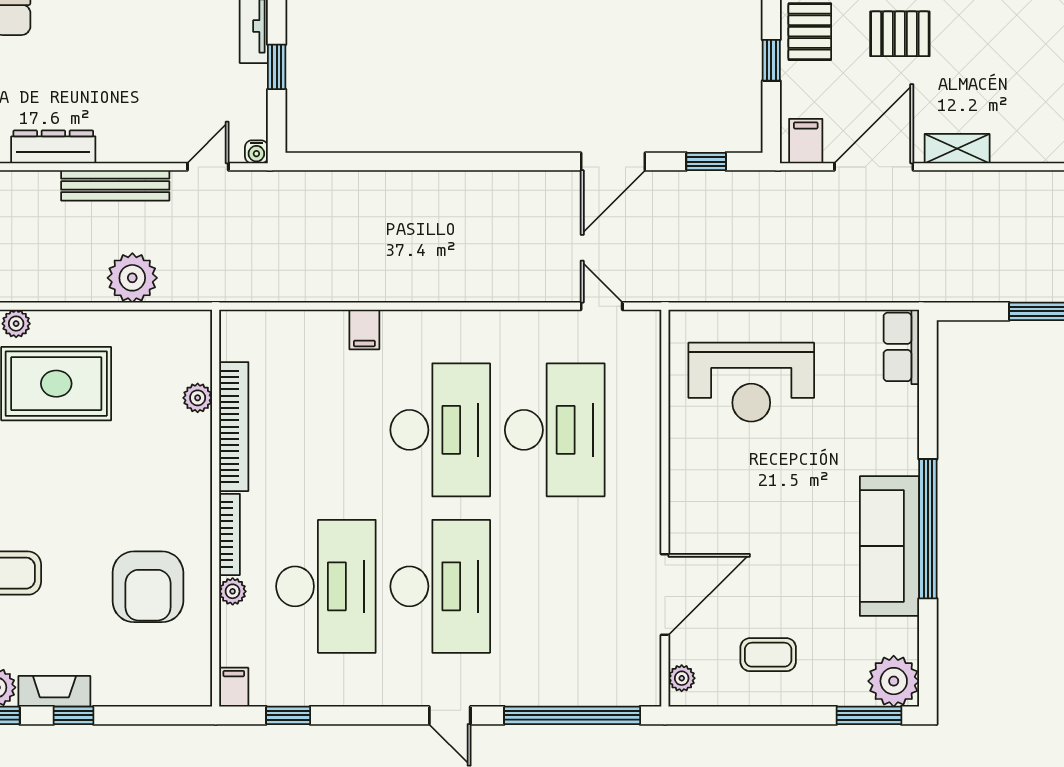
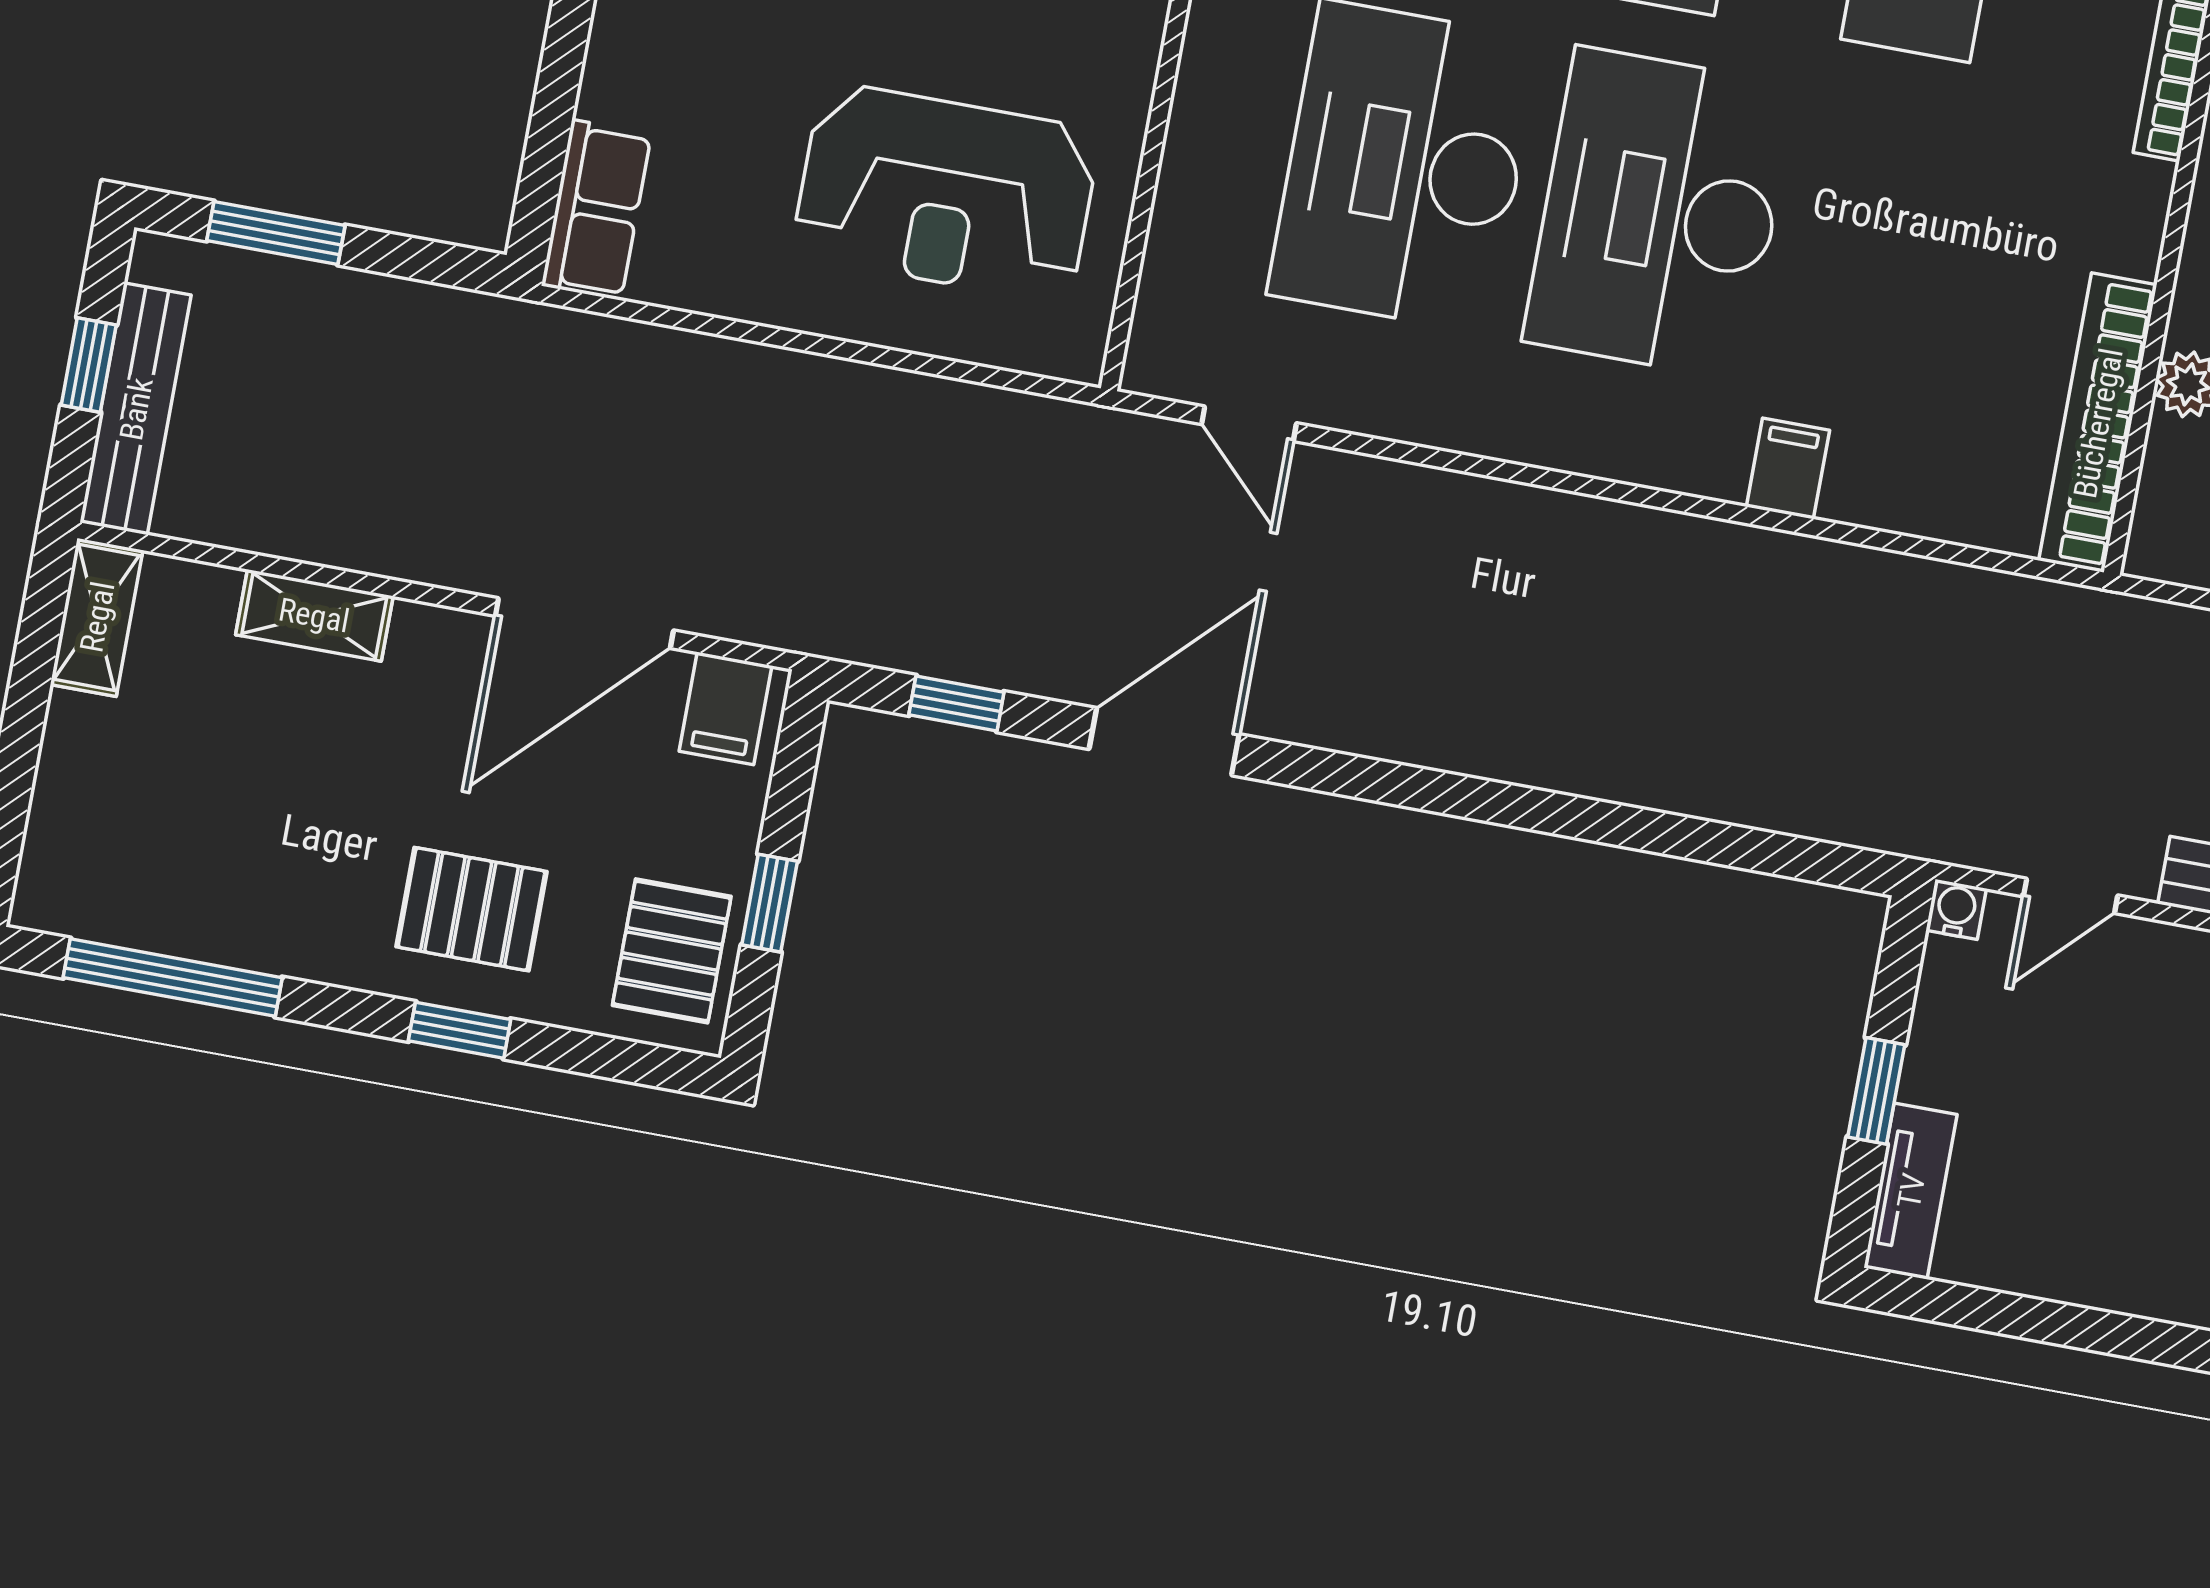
shelving: (957, 149) -> (314, 615), moved
reception desk: (751, 382) -> (946, 193), turned 180
bookcase: (234, 427) -> (2098, 423), moved

